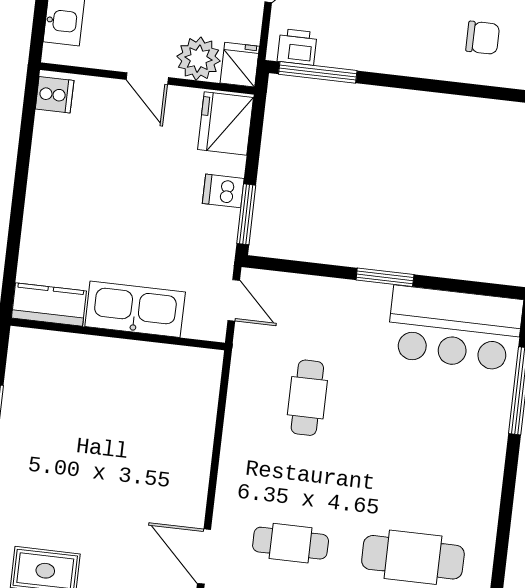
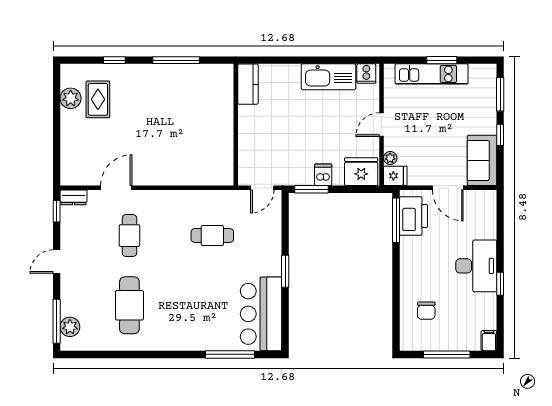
printer: (297, 47) -> (414, 216), width x1.87, depth x1.48
plant: (198, 59) -> (390, 158), width x0.53, depth x0.53
kitchen sink: (135, 309) -> (328, 77), moved, turned 90

